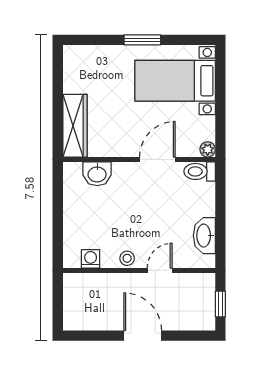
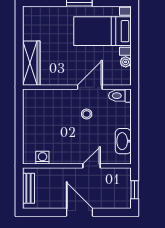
plant: (208, 149) -> (126, 62), moved
washbasin: (97, 174) -> (47, 97), removed
stool: (127, 258) -> (87, 114), moved
bench: (71, 302) -> (29, 188), added

